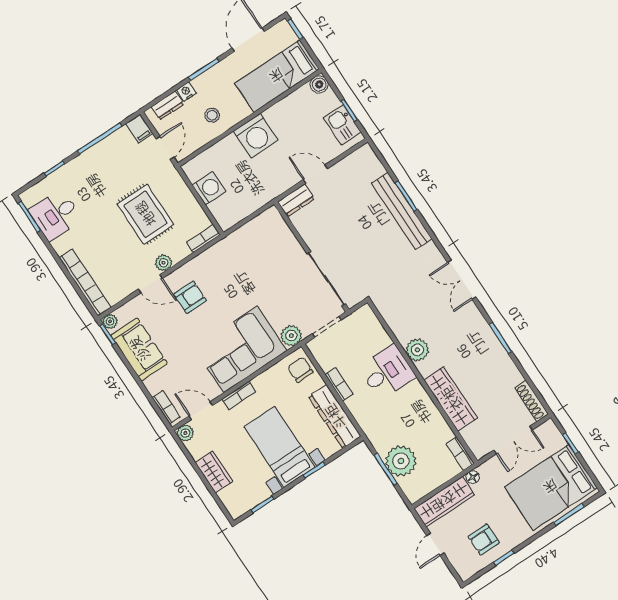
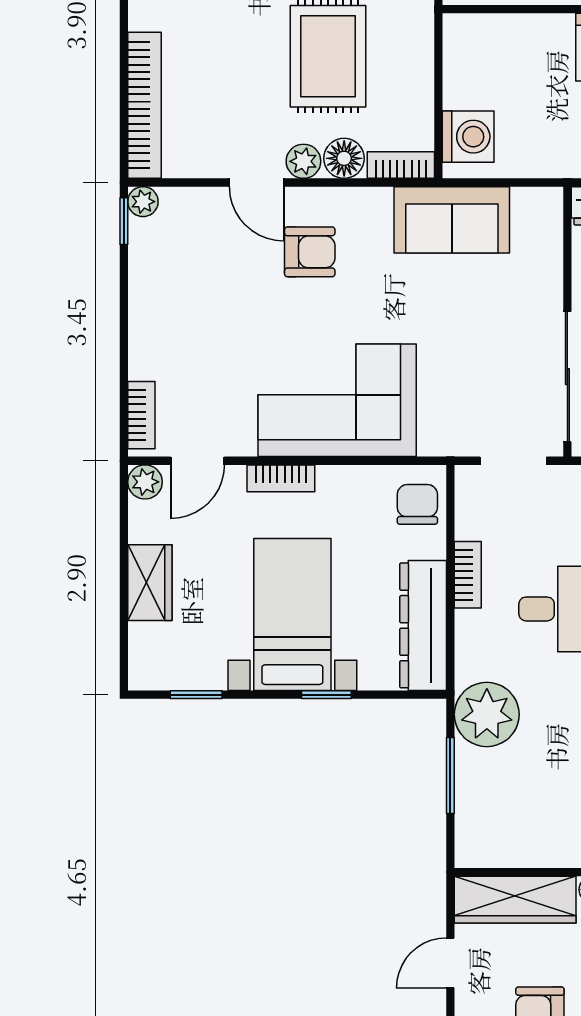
washing machine: (209, 188) -> (468, 137), moved
floor lamp: (179, 251) -> (344, 158), added
plant: (291, 336) -> (441, 435), removed
sofa: (139, 349) -> (452, 220), moved, turned 90
door: (201, 411) -> (198, 461), swing flipped
plant: (401, 461) -> (487, 714), moved

